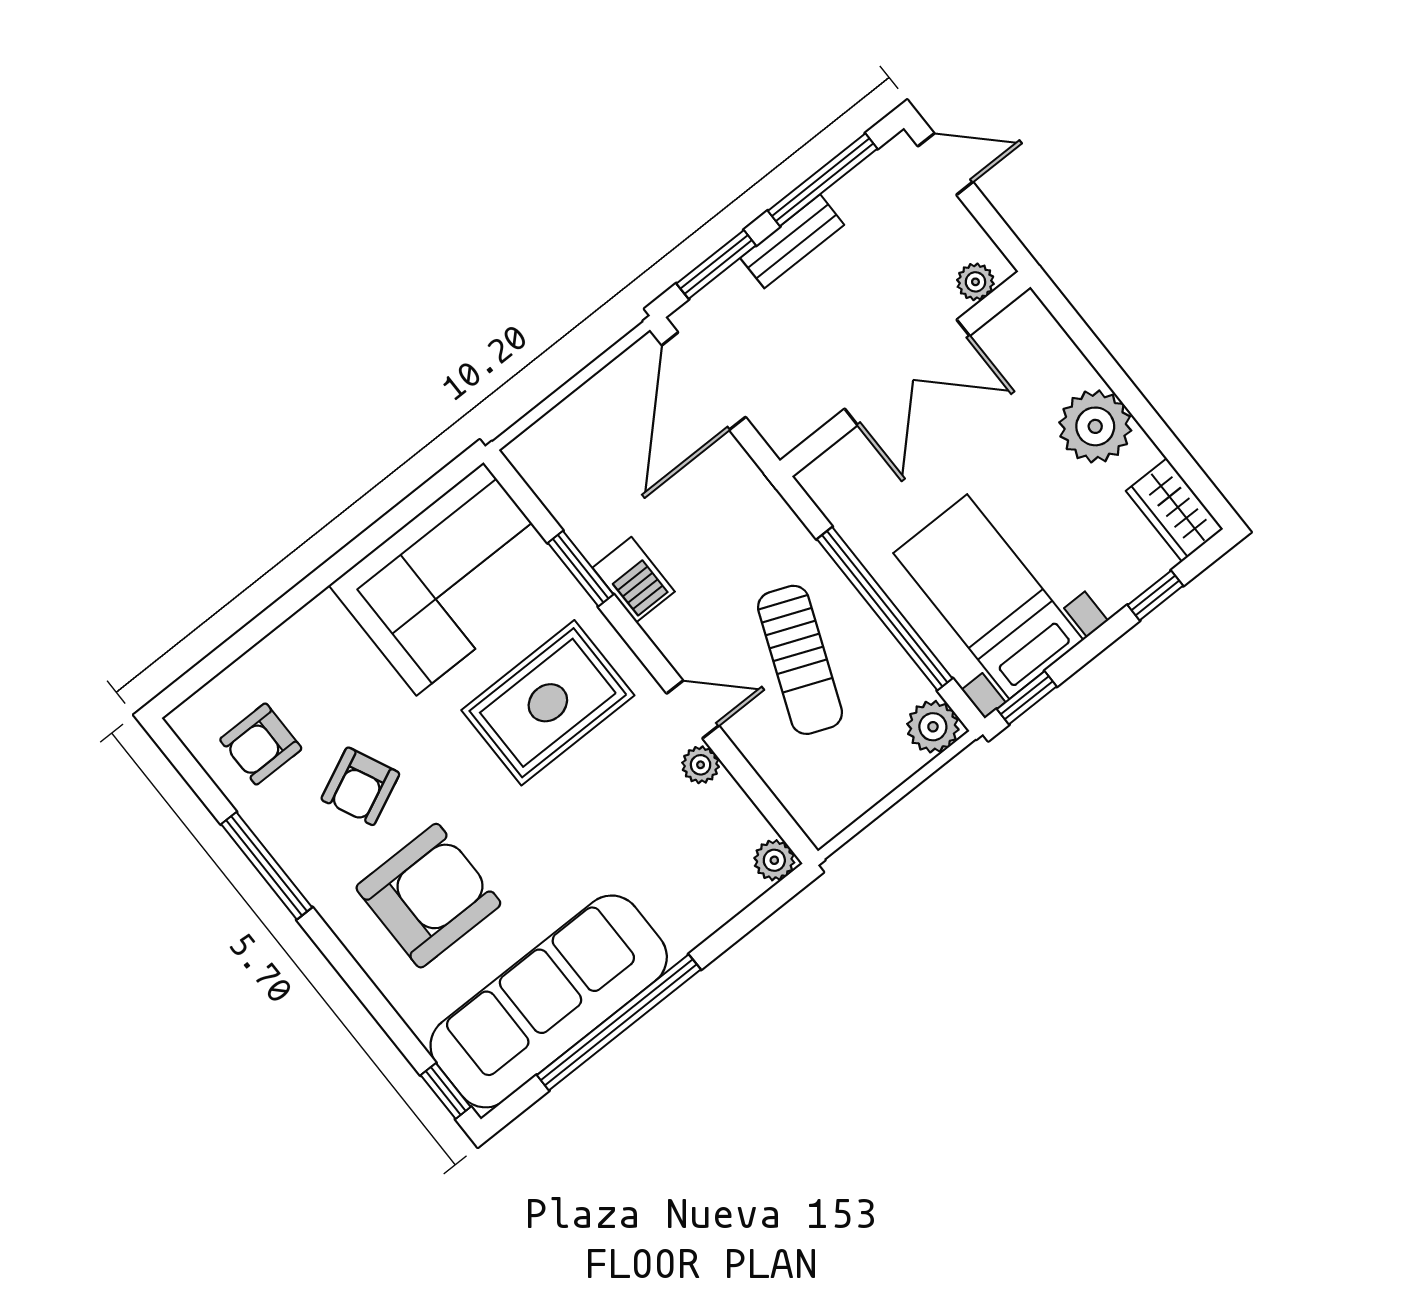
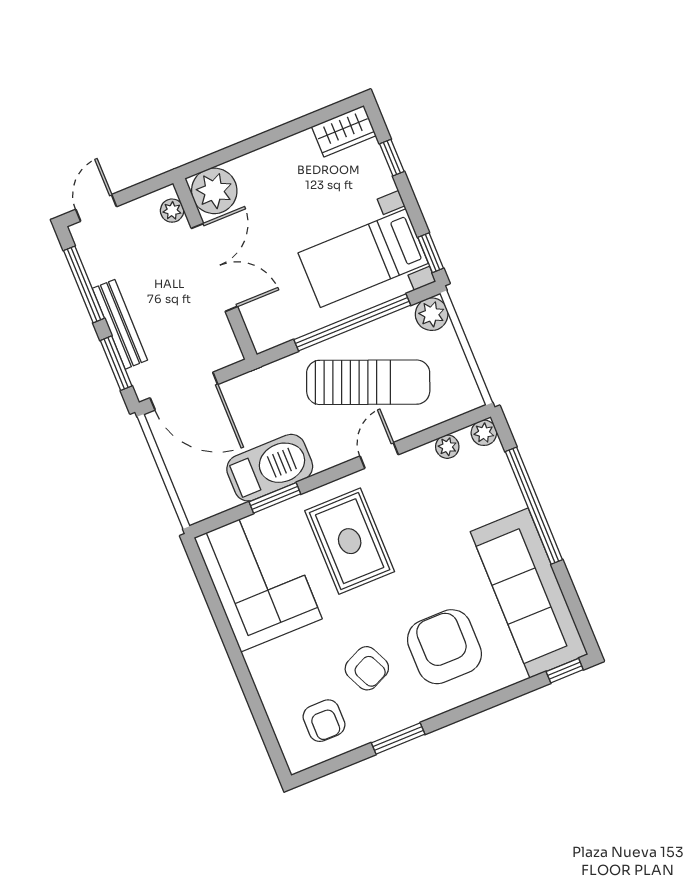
bench: (792, 241) -> (120, 324), width x1.36
plant: (1095, 426) -> (214, 191), moved
barbecue: (634, 580) -> (270, 468), width x1.88, depth x1.53
sun lounger: (800, 660) -> (368, 382), width x1.36, depth x1.34
plant: (701, 765) -> (447, 447), moved
window: (267, 866) -> (398, 739), width x0.69
window: (619, 1022) -> (534, 506), moved

